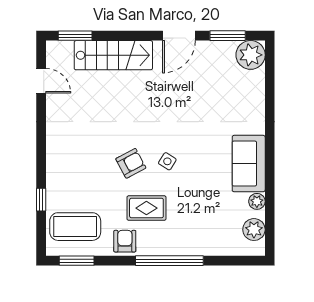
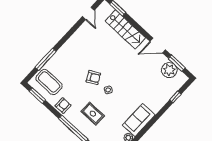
plant: (251, 55) -> (169, 70), moved
window: (270, 84) -> (175, 97), added
window: (41, 200) -> (46, 59), width x2.17
rug: (146, 208) -> (93, 114), moved

